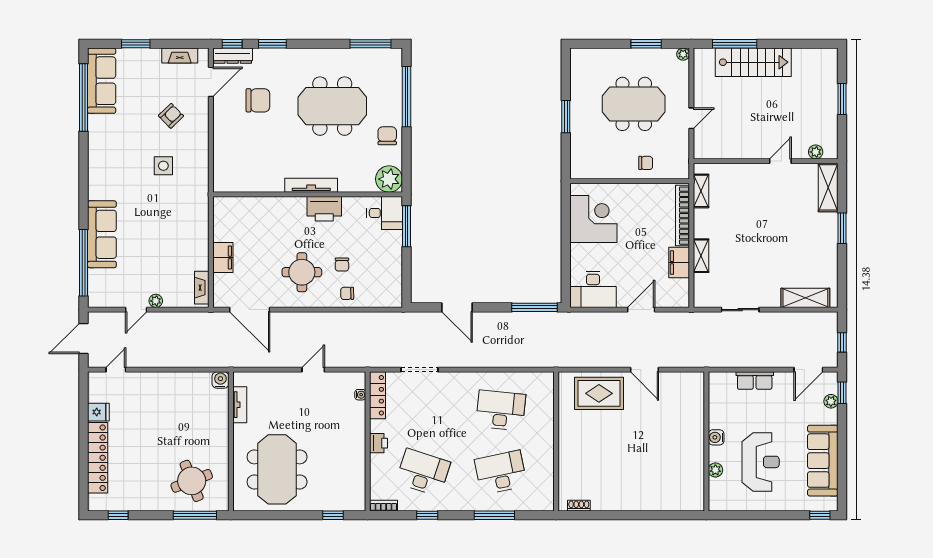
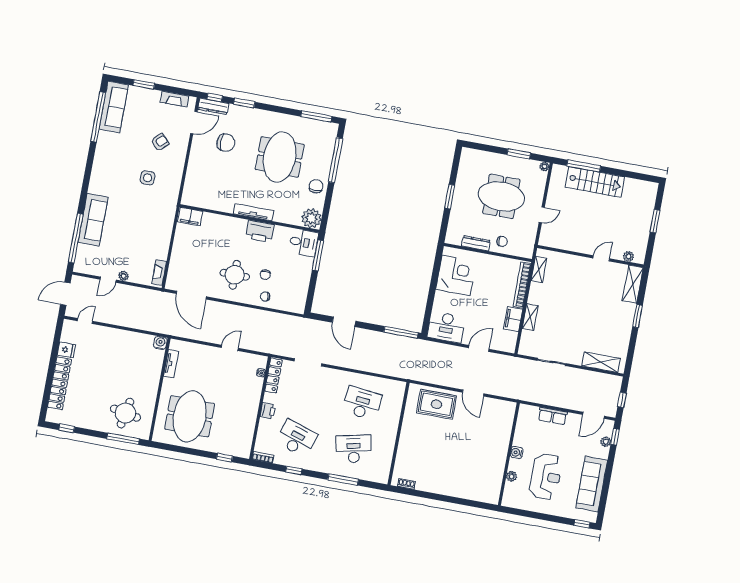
meeting table: (332, 106) -> (280, 157), turned 90
dresser: (612, 172) -> (476, 243), added
filing cabinet: (223, 257) -> (190, 217), moved, turned 90
round table: (192, 481) -> (125, 413), turned 32

